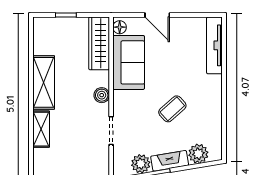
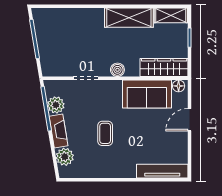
coffee table: (172, 109) -> (105, 133), turned 42
shelving: (41, 129) -> (171, 15), moved

